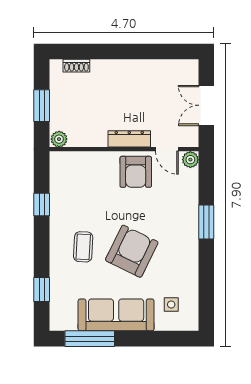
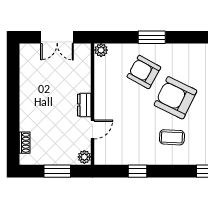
dresser: (129, 139) -> (84, 105), width x0.70
door: (167, 149) -> (93, 129), moved
armchair: (136, 172) -> (144, 72), moved, turned -151

